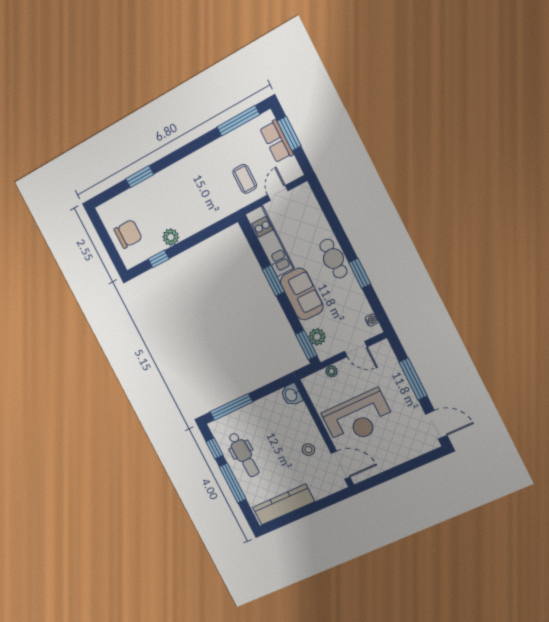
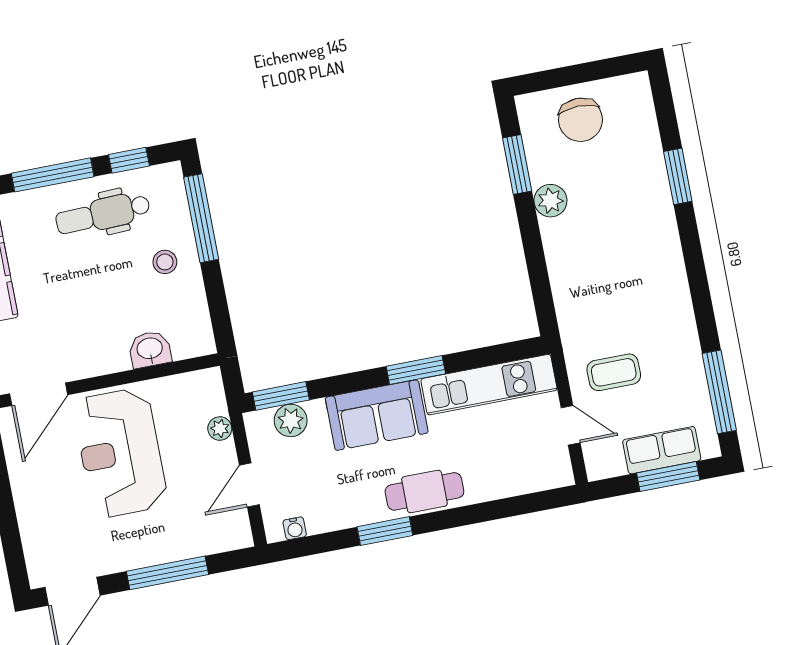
window: (159, 259) -> (517, 164), width x1.50
washbasin: (291, 395) -> (150, 349), moved
stool: (308, 450) -> (165, 262), moved

